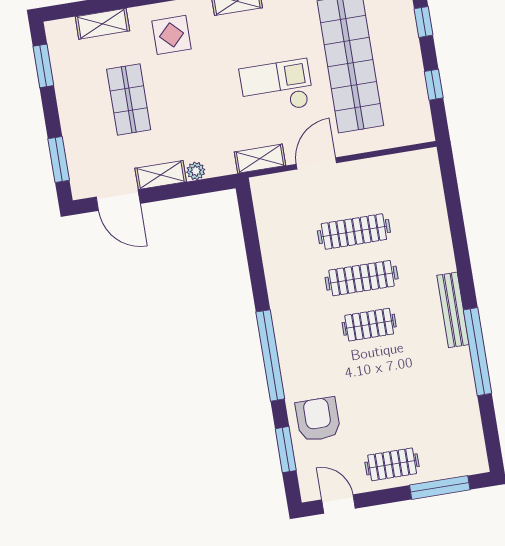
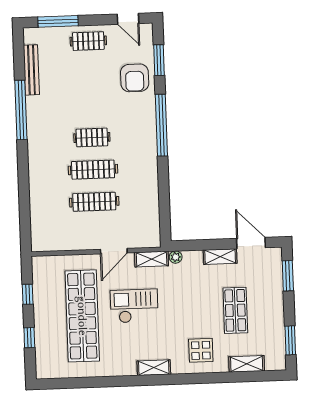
checkout: (277, 87) -> (134, 306), turned 180
plant: (196, 171) -> (176, 257), moved
bench: (453, 310) -> (31, 70), moved

